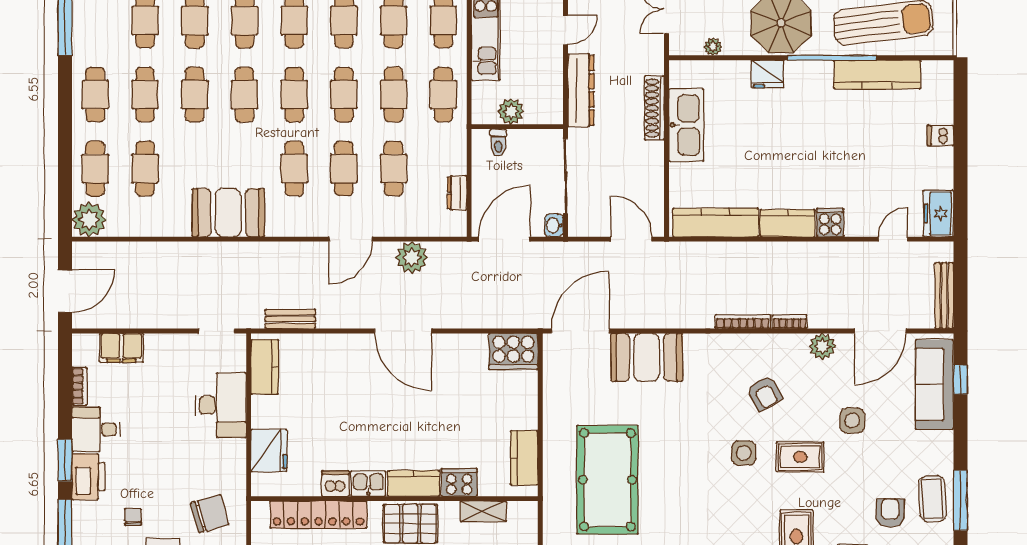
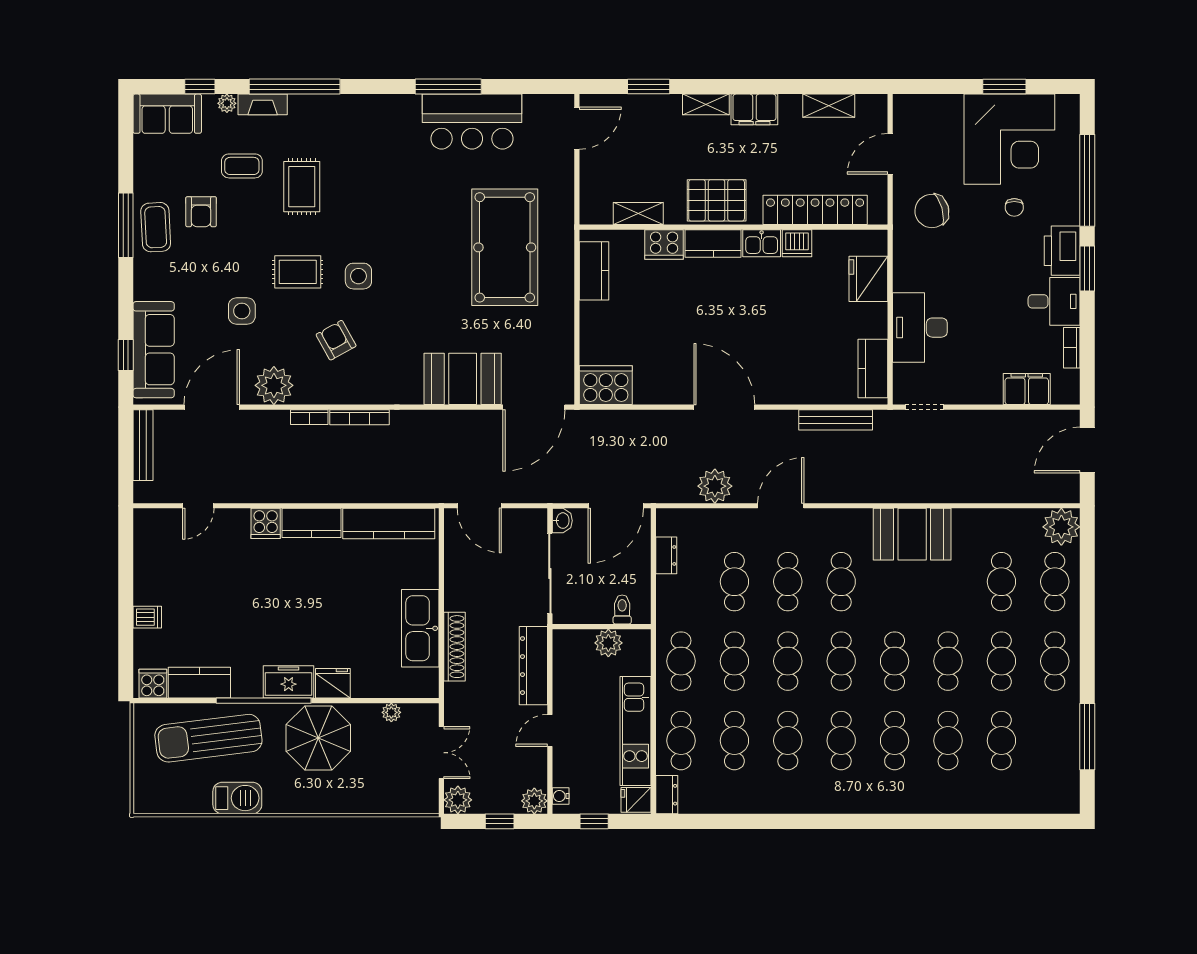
cooker: (935, 74) -> (153, 684), added
kitchen counter: (877, 75) -> (199, 683), width x0.67
freezer: (938, 214) -> (289, 682), moved, turned -90
bench: (290, 319) -> (836, 420), width x1.36
plant: (822, 346) -> (274, 385), width x1.36, depth x1.36

